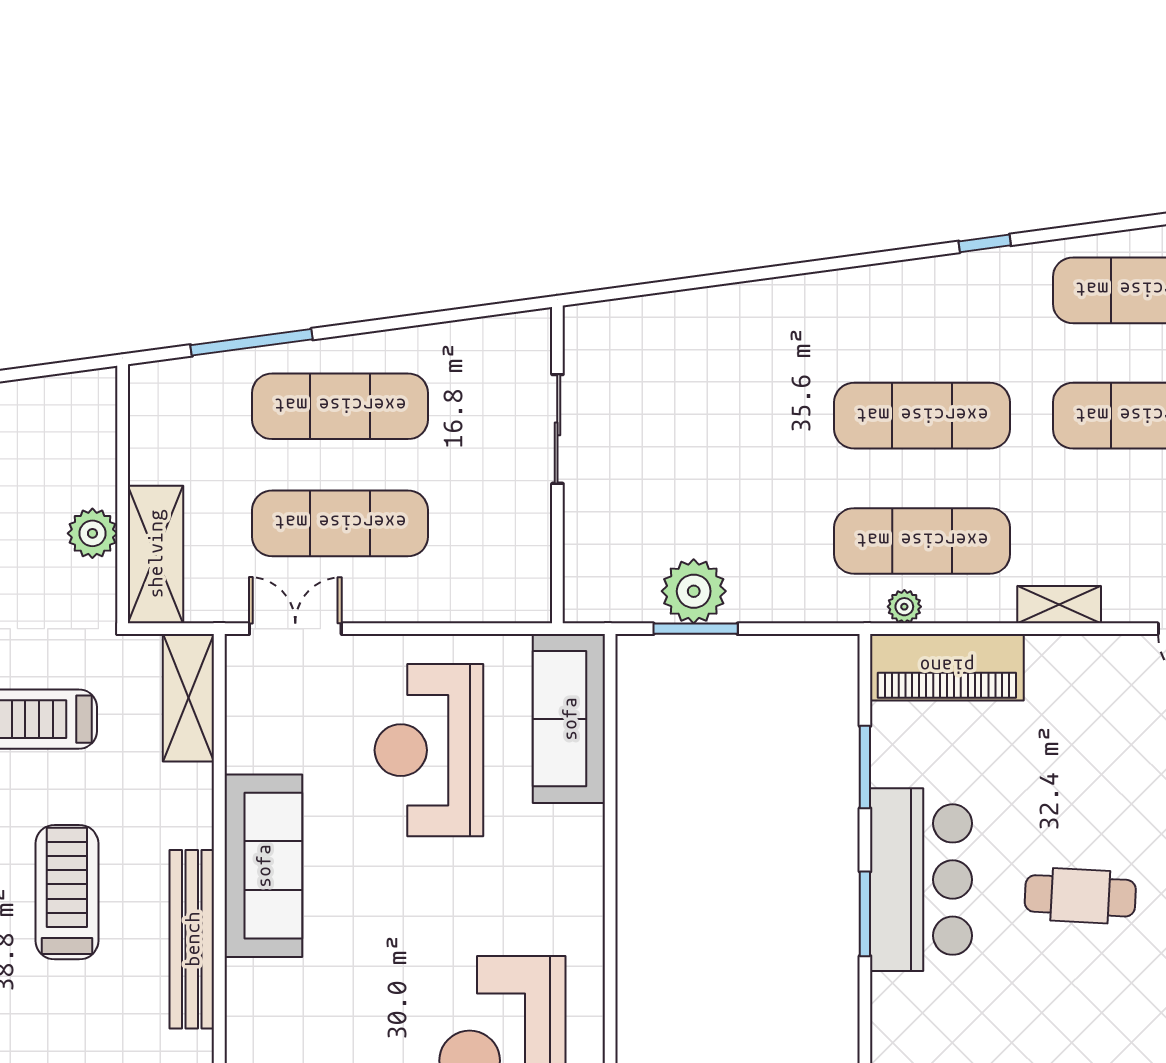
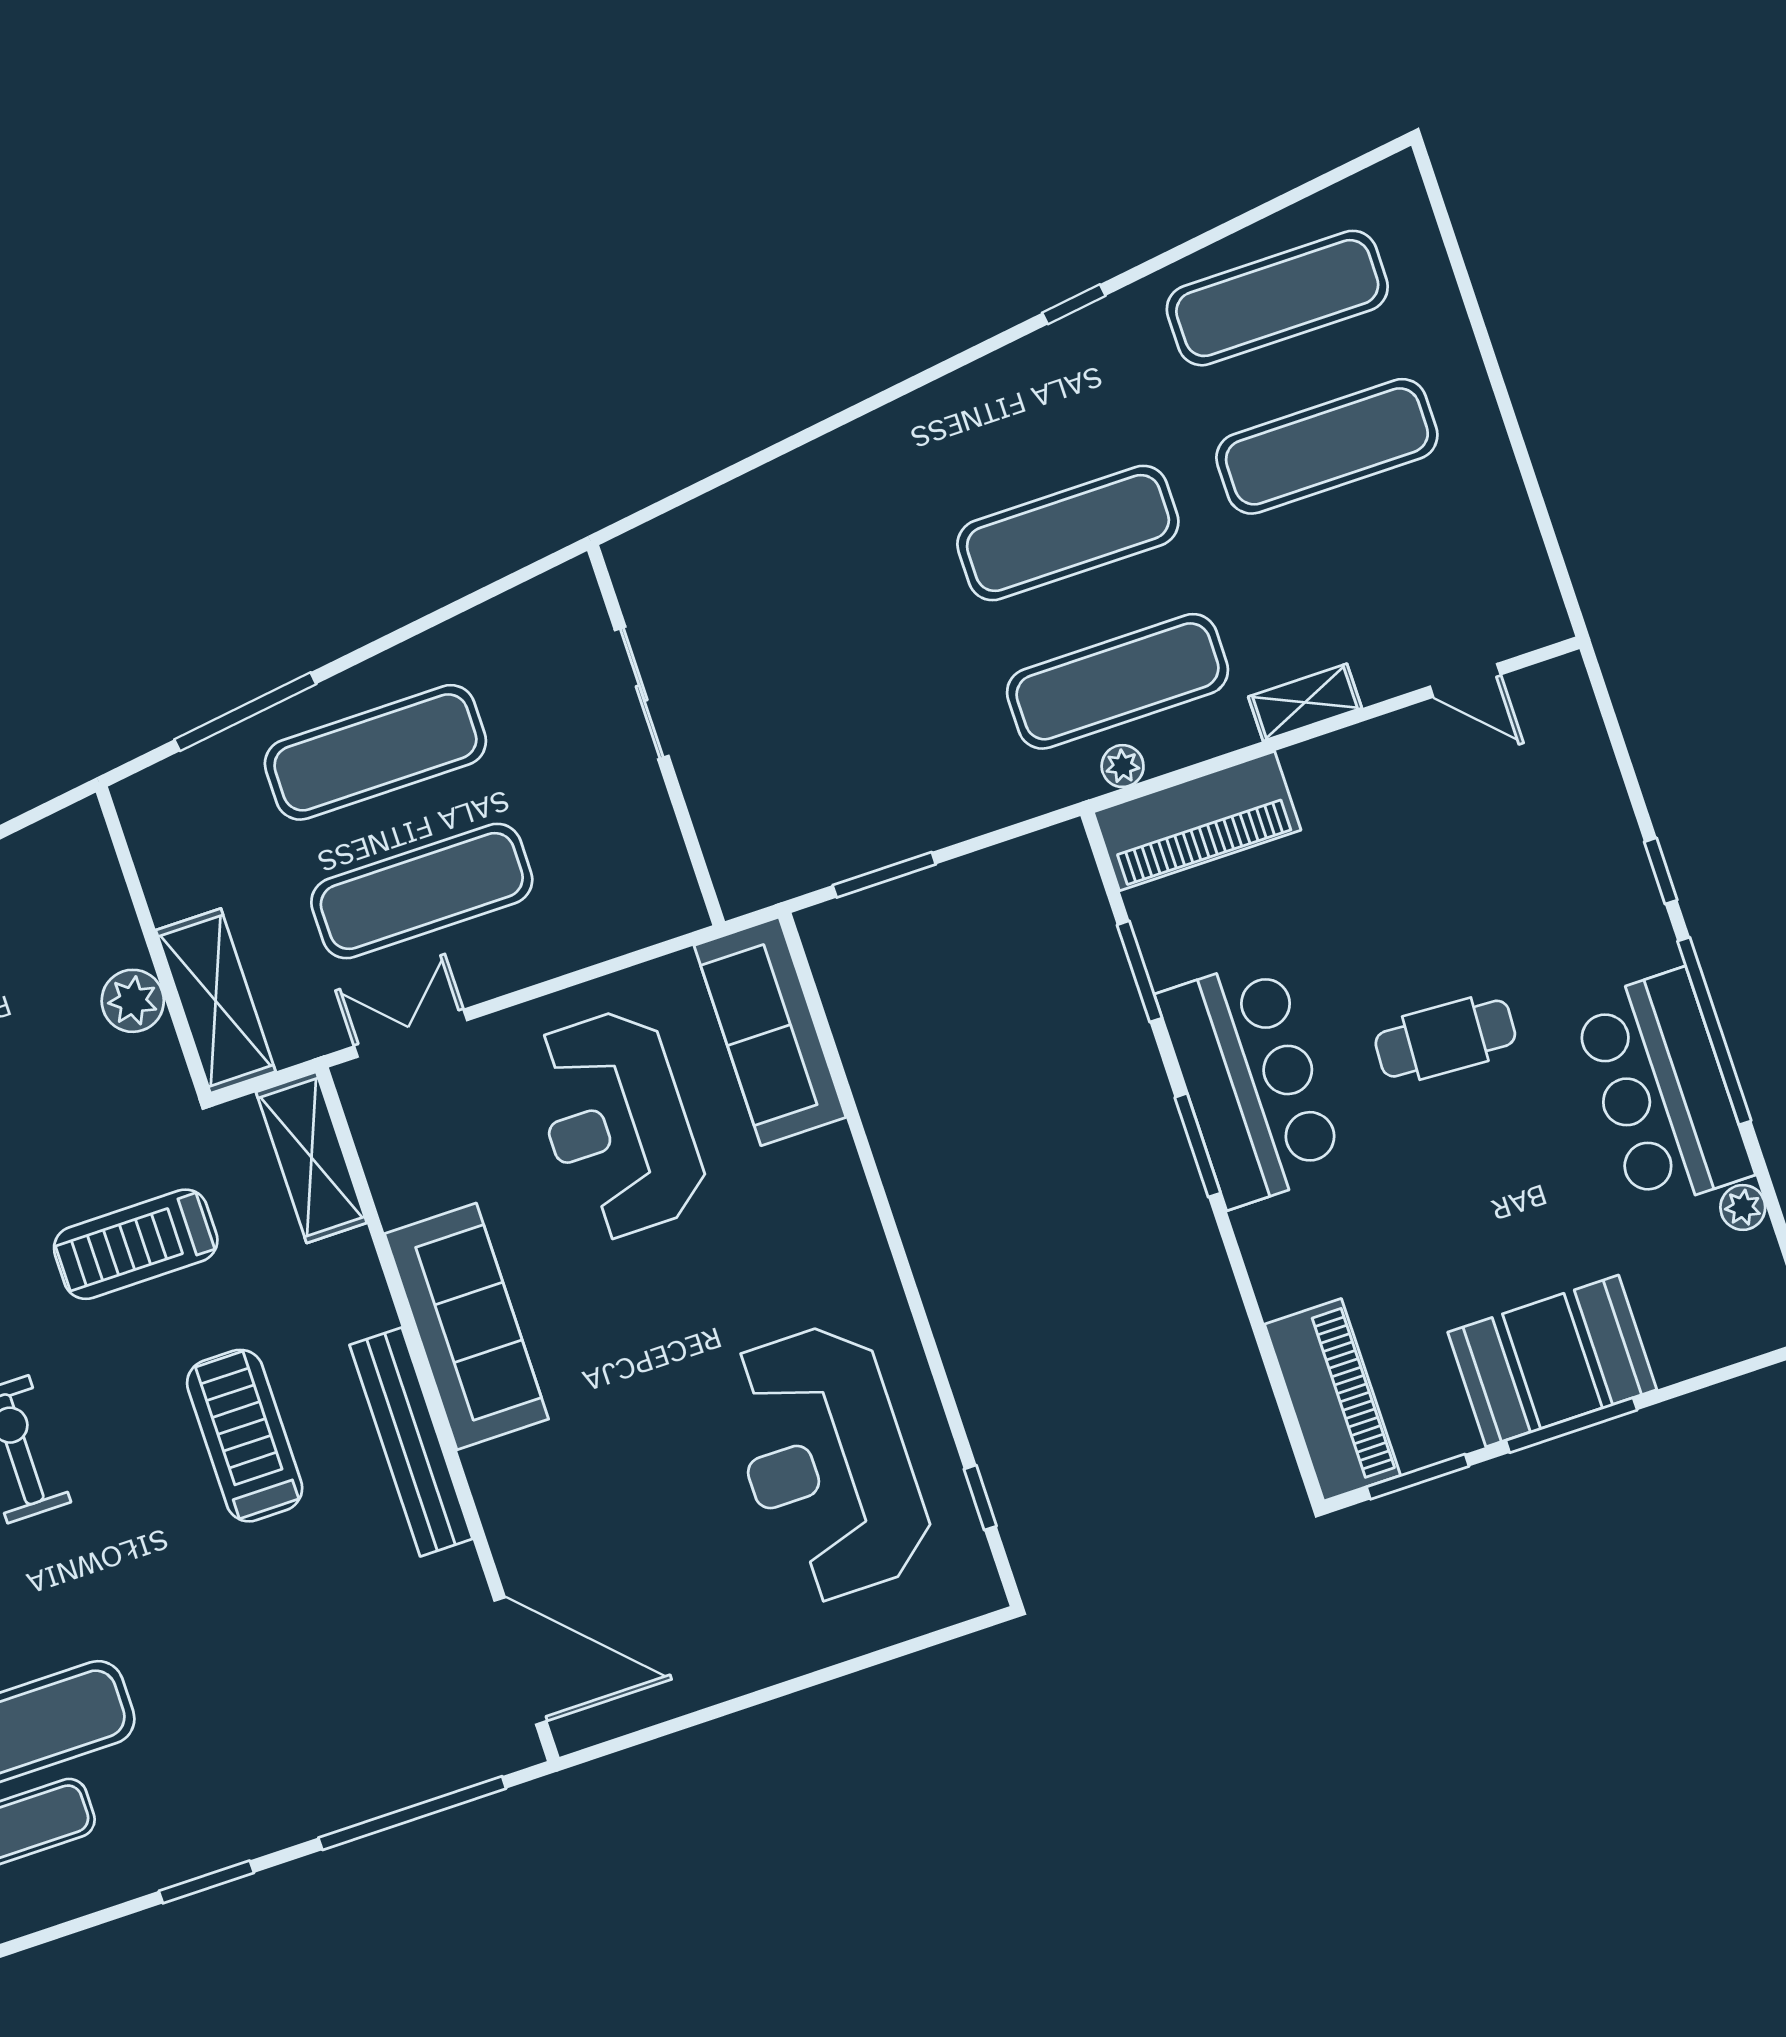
plant: (694, 591) -> (867, 831), removed

